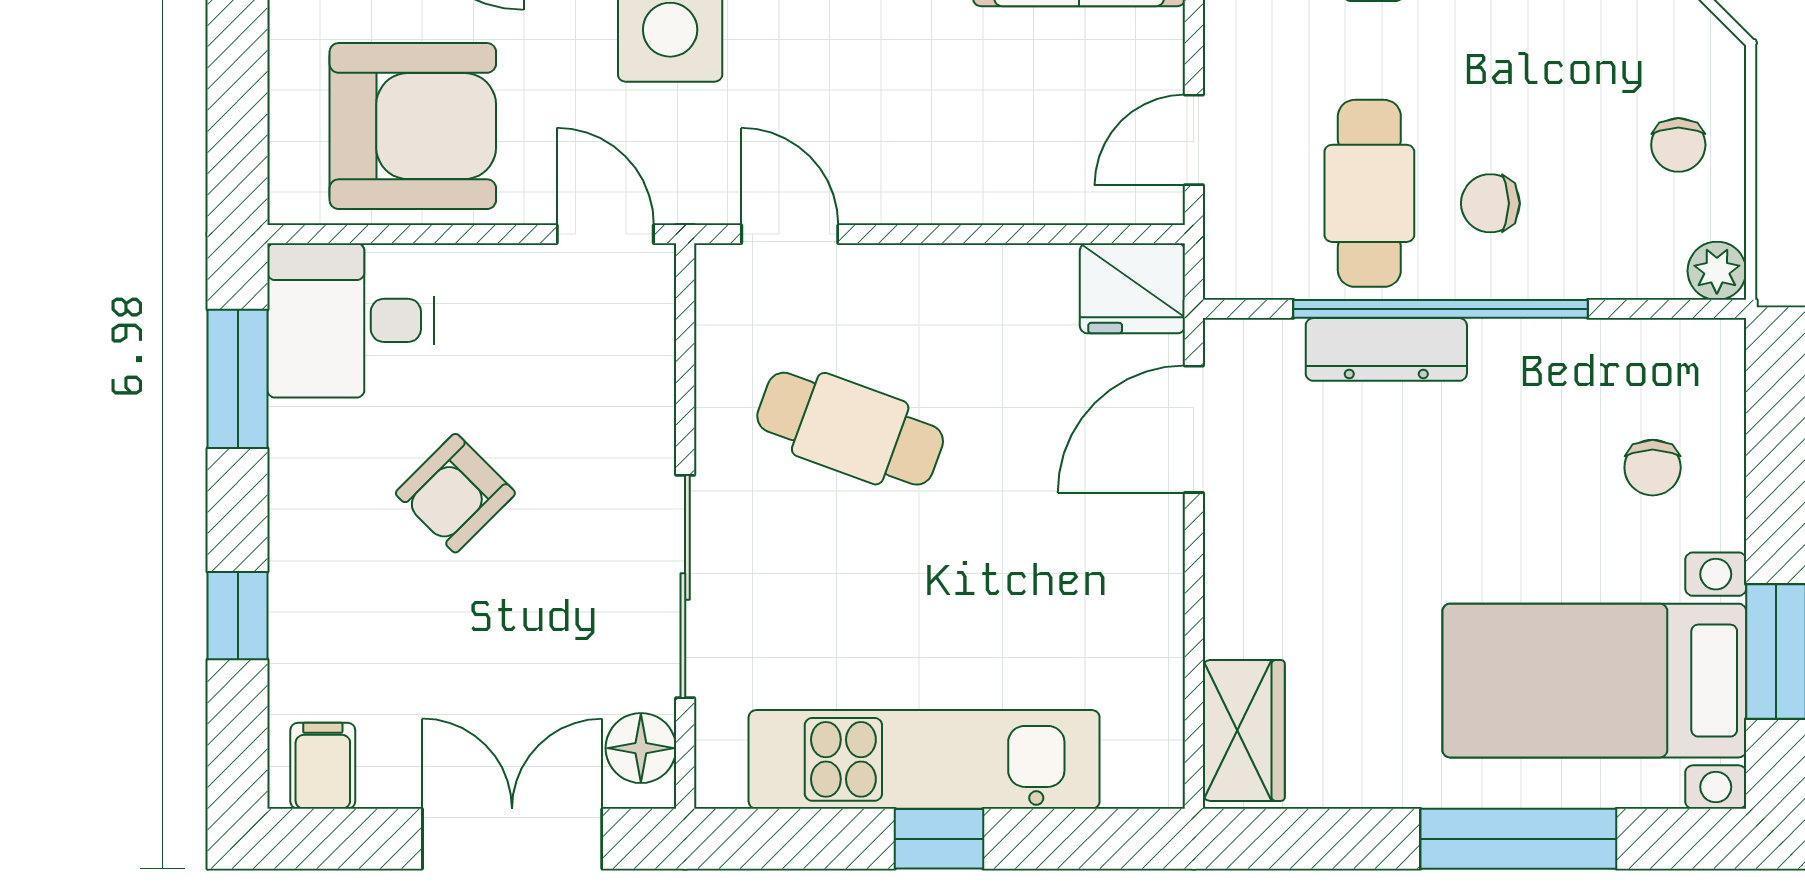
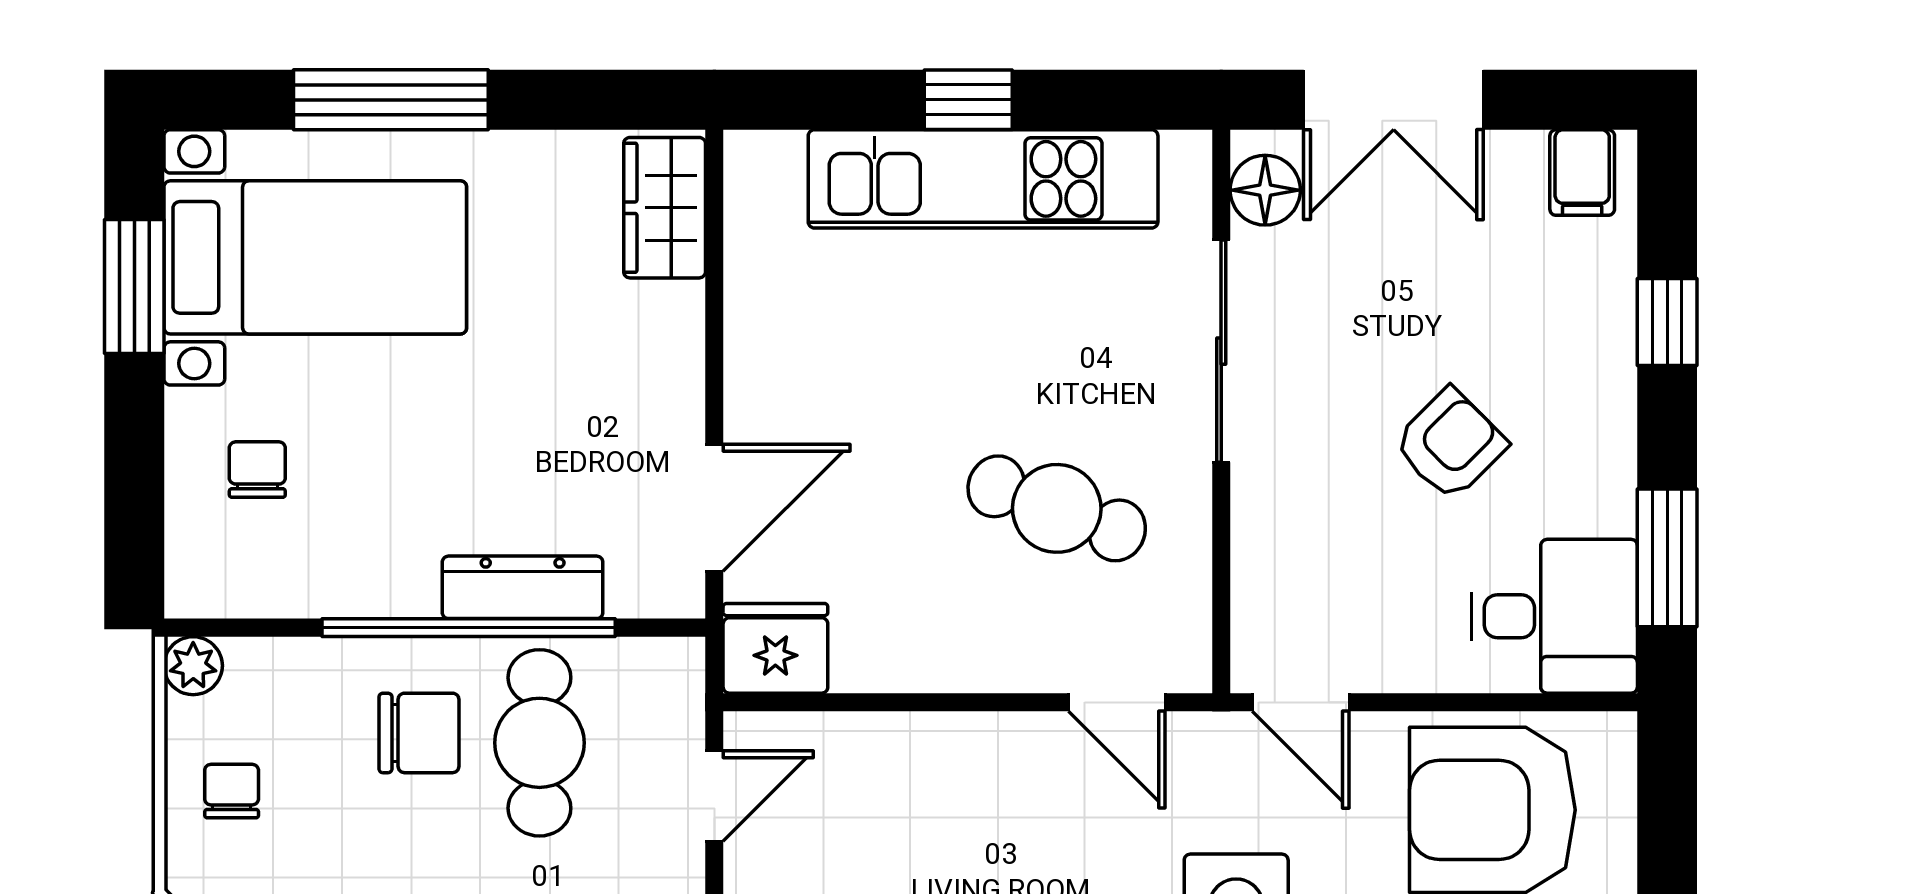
chair: (1490, 203) -> (419, 733), width x1.37, depth x1.37

